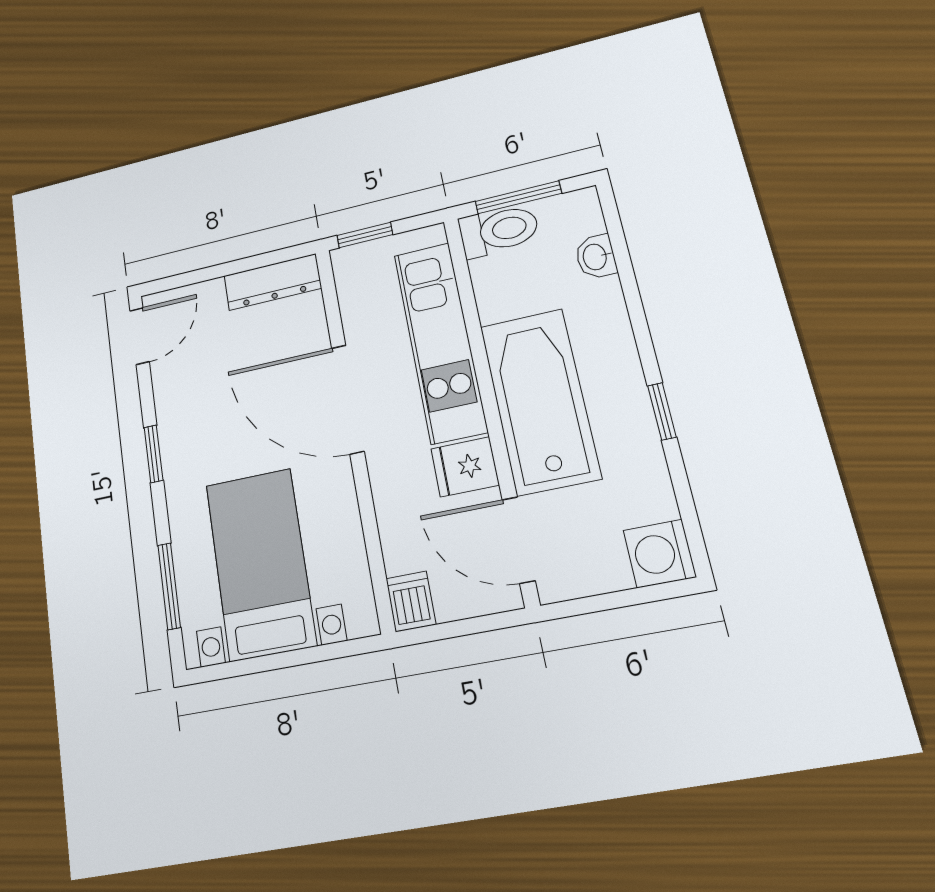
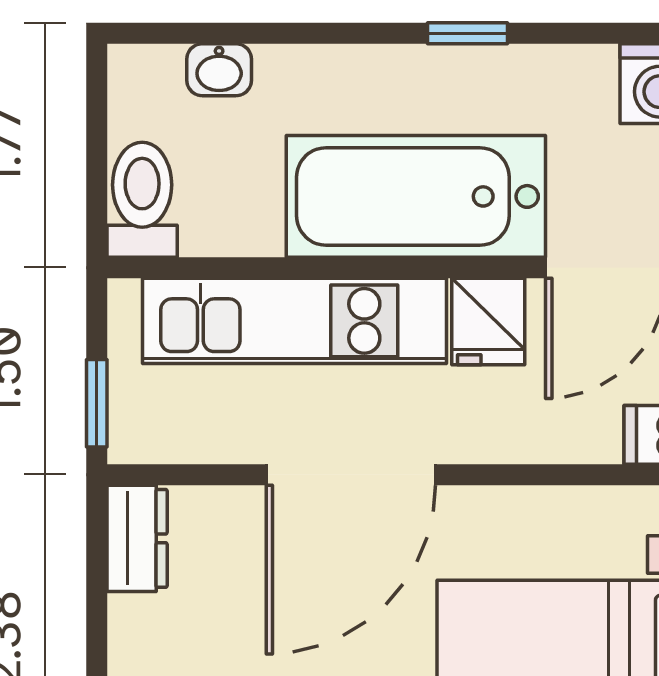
window: (518, 197) -> (97, 160), removed
dresser: (272, 282) -> (137, 538), width x0.70

